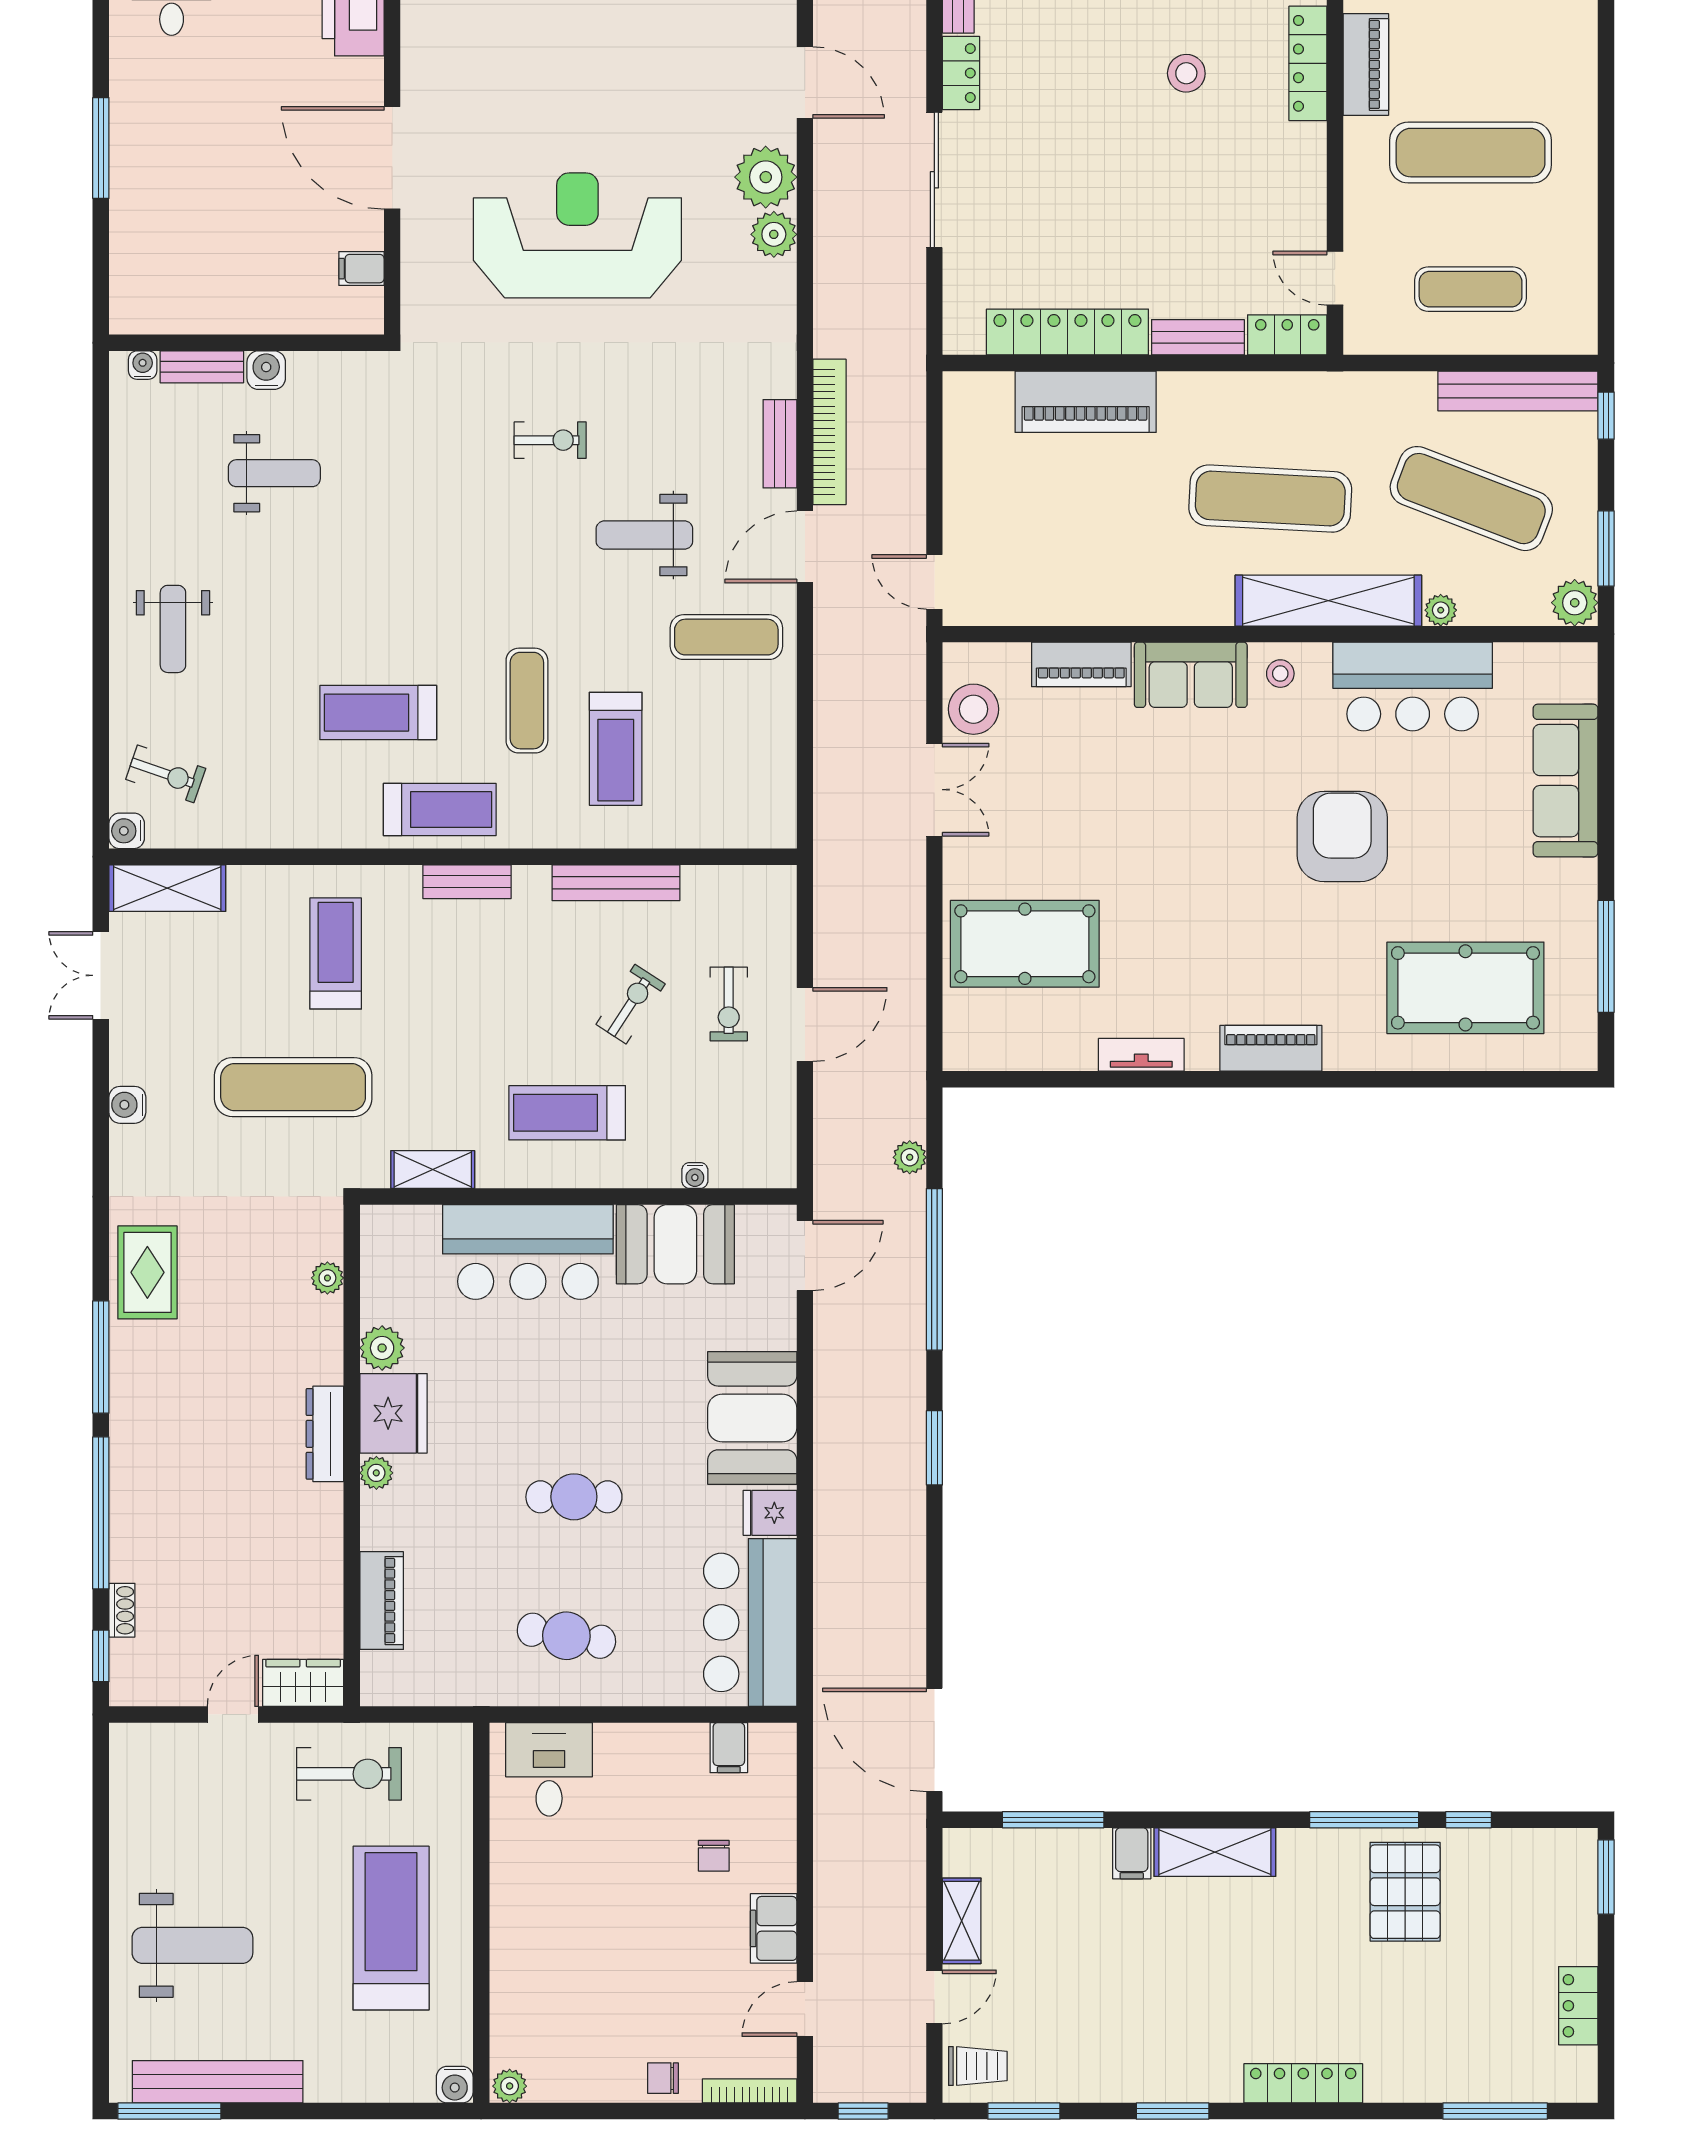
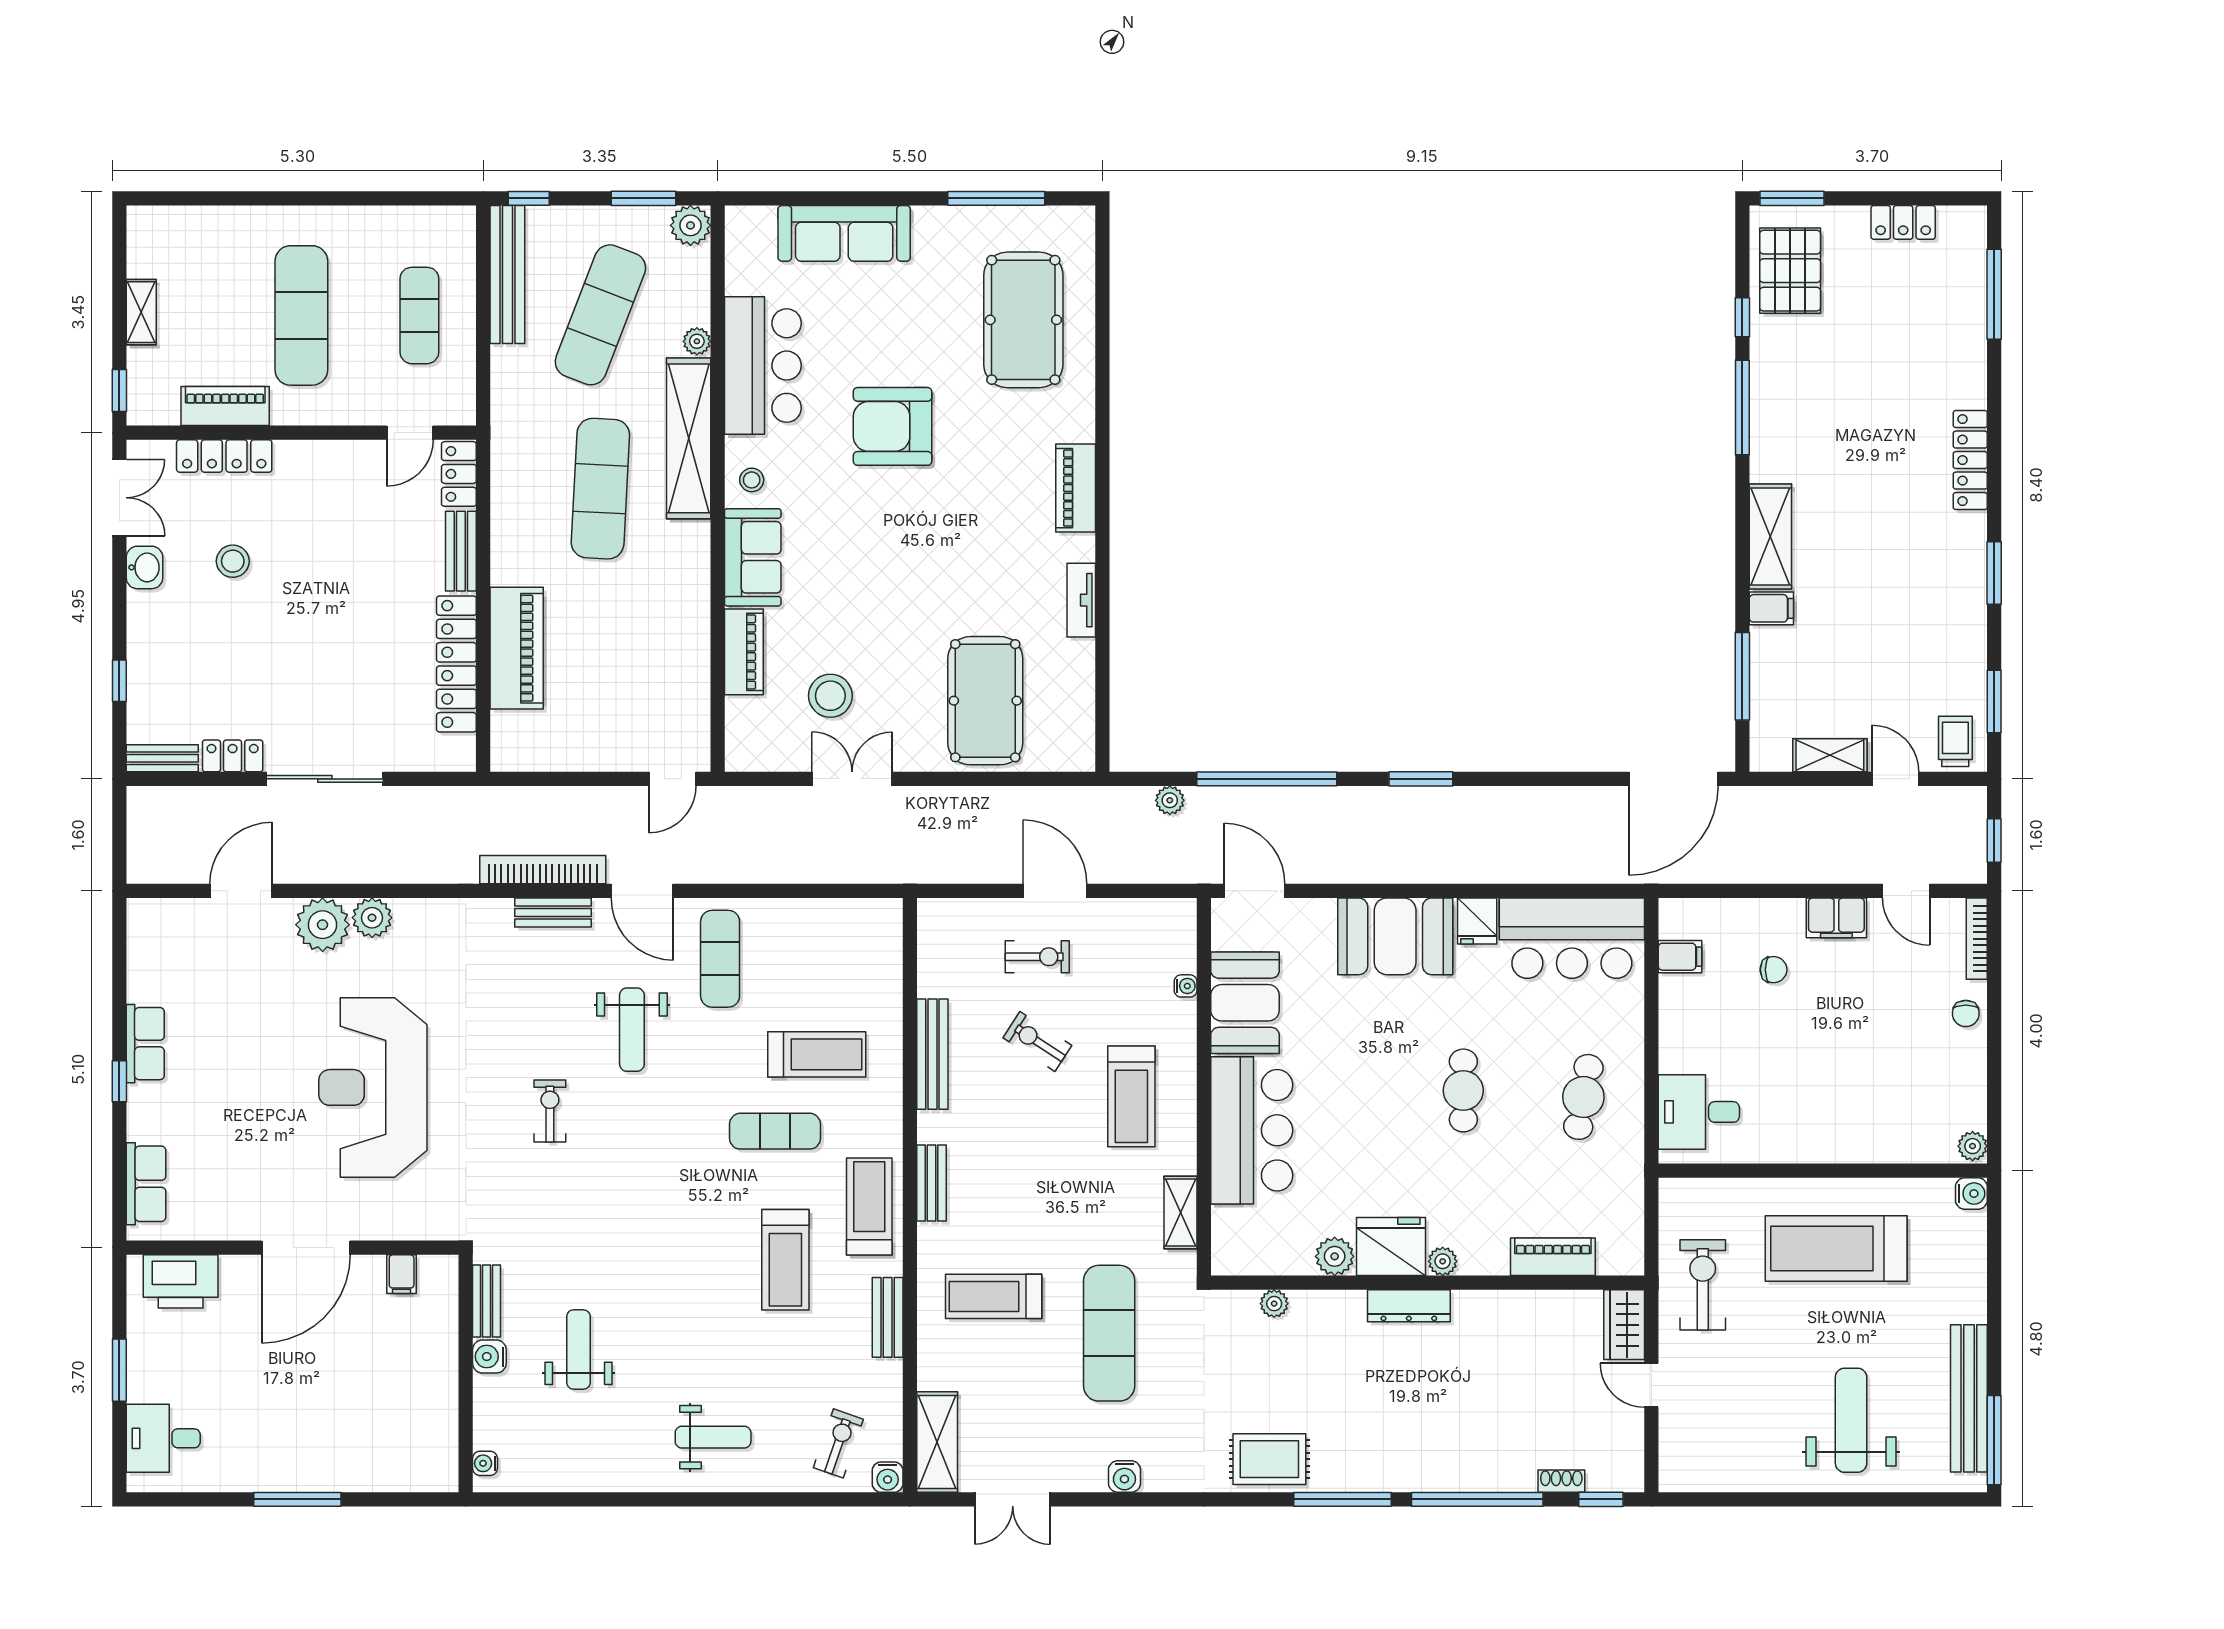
bench: (202, 367) -> (487, 1301), moved
stool: (973, 709) -> (830, 696), moved
bench: (311, 831) -> (888, 1317), added
pallet: (1405, 1892) -> (1790, 271), moved, turned 90

